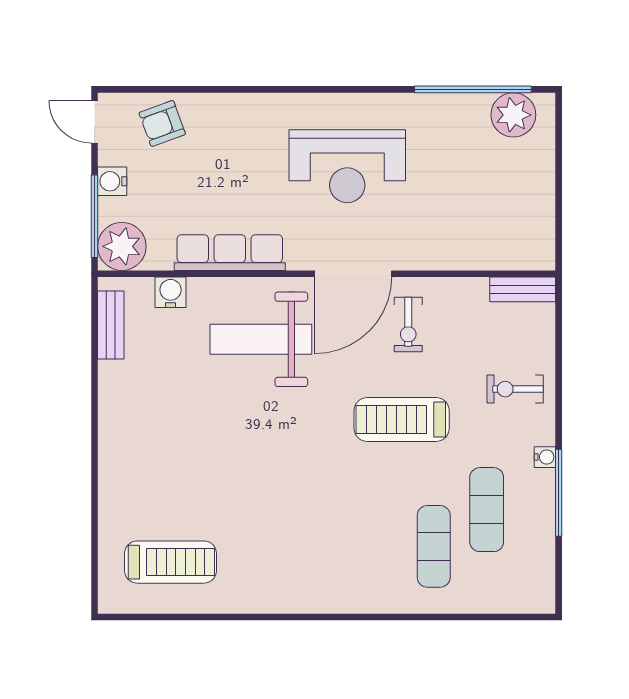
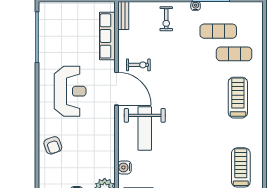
plant: (513, 115) -> (48, 20), removed
armchair: (162, 123) -> (53, 145), moved
row of seats: (230, 253) -> (107, 36), moved
treadmill: (402, 419) -> (238, 98), moved, turned 180

